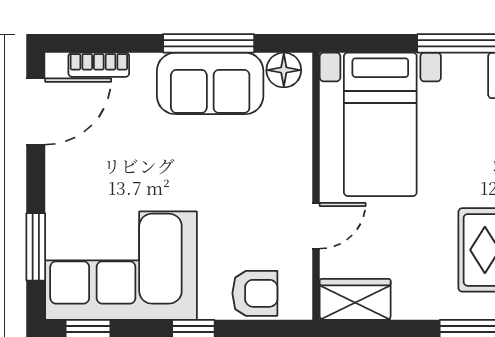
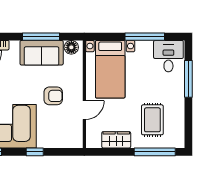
armchair: (255, 293) -> (53, 96), moved
wardrobe: (355, 299) -> (116, 140), moved

